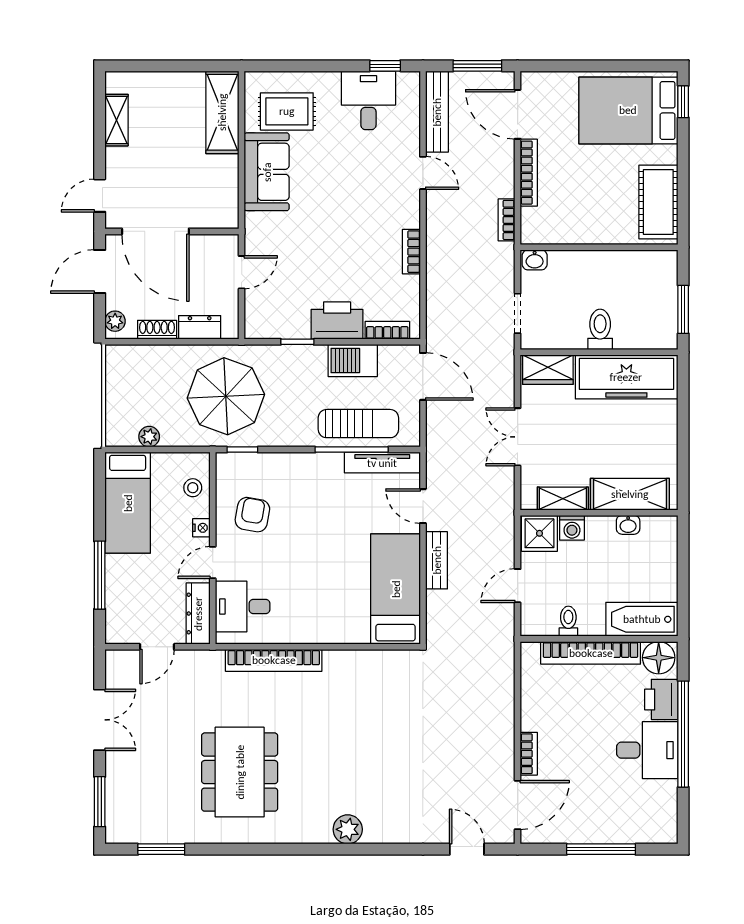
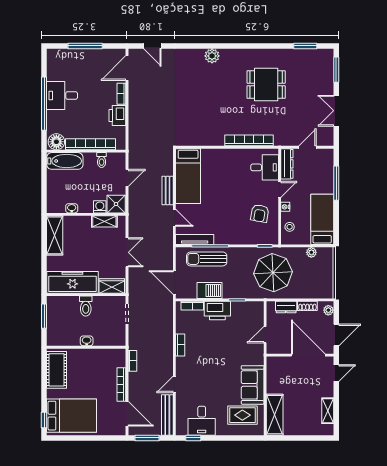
door: (423, 173) -> (174, 384), hinge flipped
washbasin: (535, 260) -> (87, 341), moved
shelving: (630, 494) -> (55, 235), moved, turned 90
printer: (661, 699) -> (117, 116), moved, turned 180
dining table: (240, 772) -> (266, 85), width x0.73

